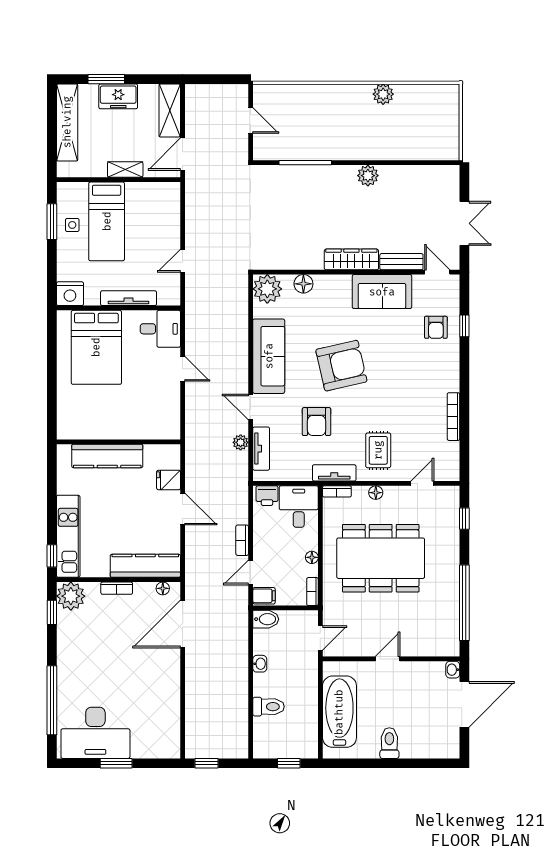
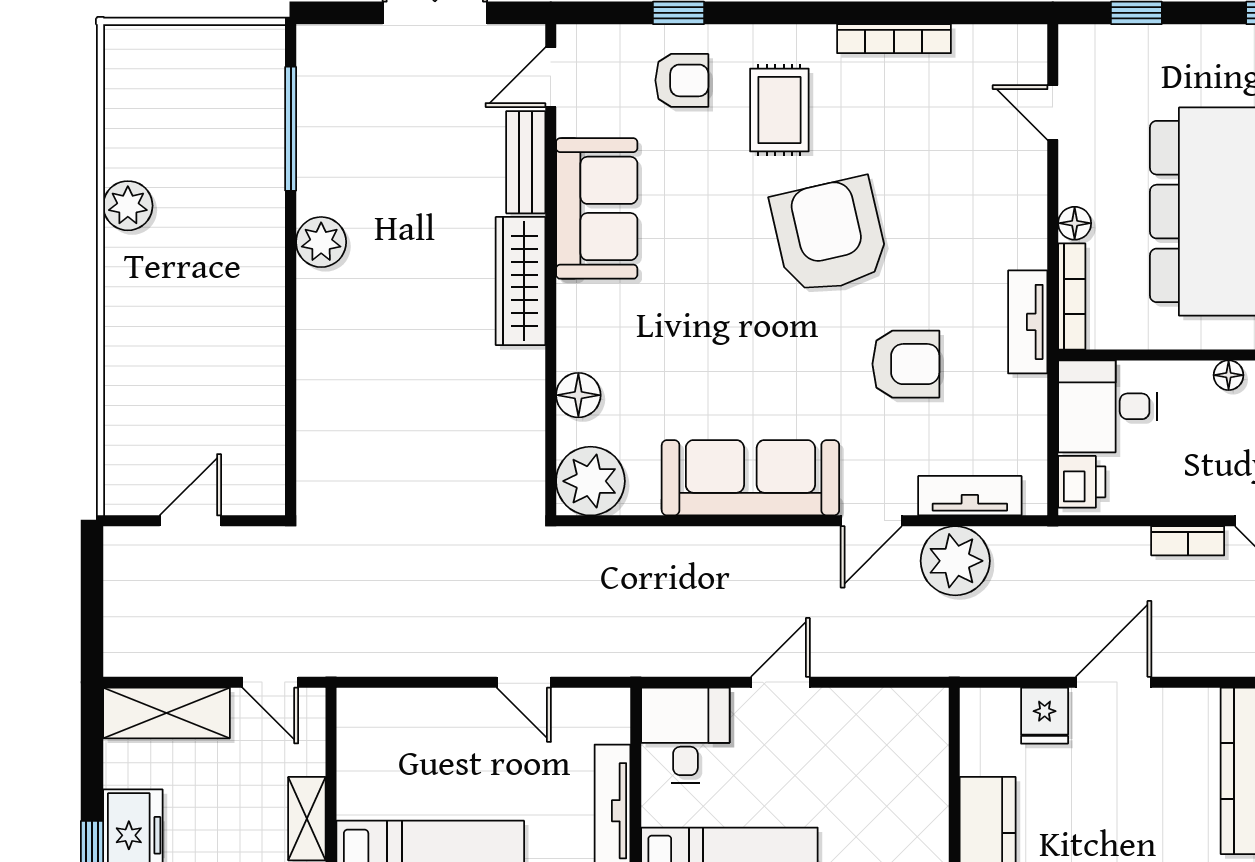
door: (183, 154) -> (270, 682), width x0.73
window: (305, 163) -> (291, 129), moved
armchair: (341, 366) -> (829, 236), moved
plant: (241, 442) -> (955, 561), width x1.87, depth x1.87
rug: (378, 450) -> (779, 110), moved, turned 90
bookcase: (337, 491) -> (1072, 296), width x1.56

